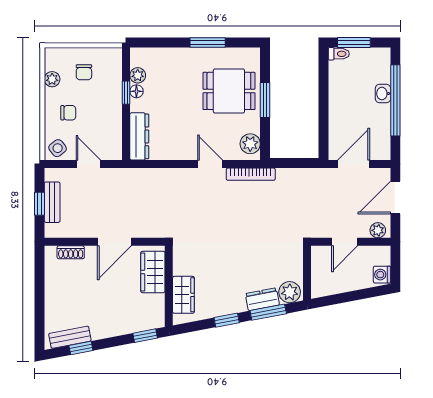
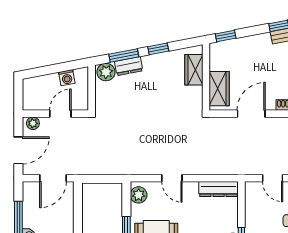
dresser: (139, 136) -> (219, 189), moved, turned -90
bookcase: (251, 174) -> (138, 170), removed
washing machine: (382, 275) -> (67, 78), moved, turned 79

